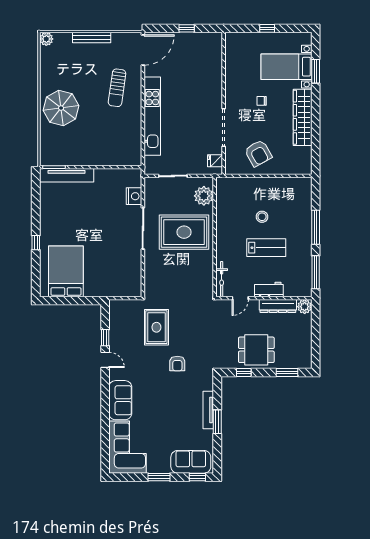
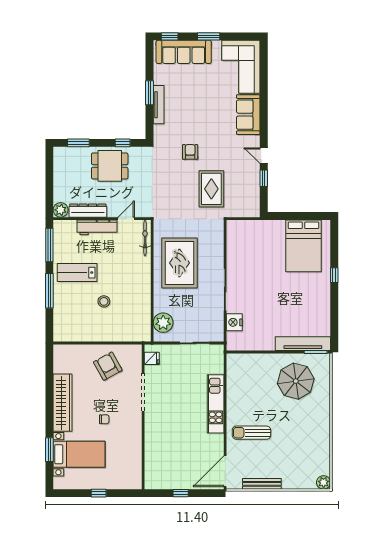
bench: (92, 38) -> (262, 484), moved
sun lounger: (117, 88) -> (251, 433), turned -98
parasol: (61, 108) -> (296, 381), moved
kitchen unit: (152, 116) -> (216, 404), width x0.73
rug: (184, 232) -> (179, 263), moved, turned 90
lab bench: (266, 248) -> (77, 273), moved
workbench: (269, 289) -> (97, 227), width x1.38
sofa: (191, 462) -> (184, 52), width x1.36

